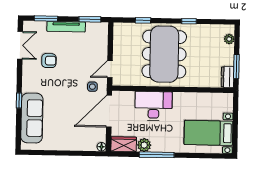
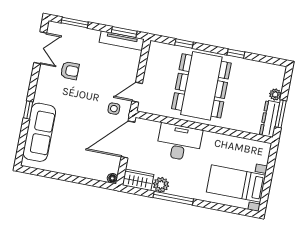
tv unit: (66, 27) -> (122, 41), moved
plant: (229, 39) -> (275, 95), moved
dresser: (228, 77) -> (270, 119), width x1.44

